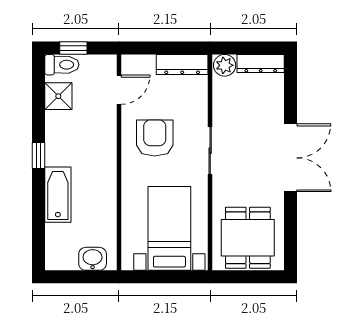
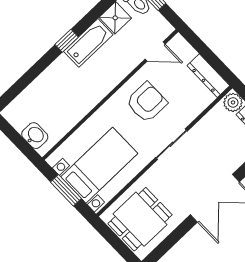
bathtub: (58, 195) -> (88, 43), moved
window: (164, 277) -> (66, 190), added

